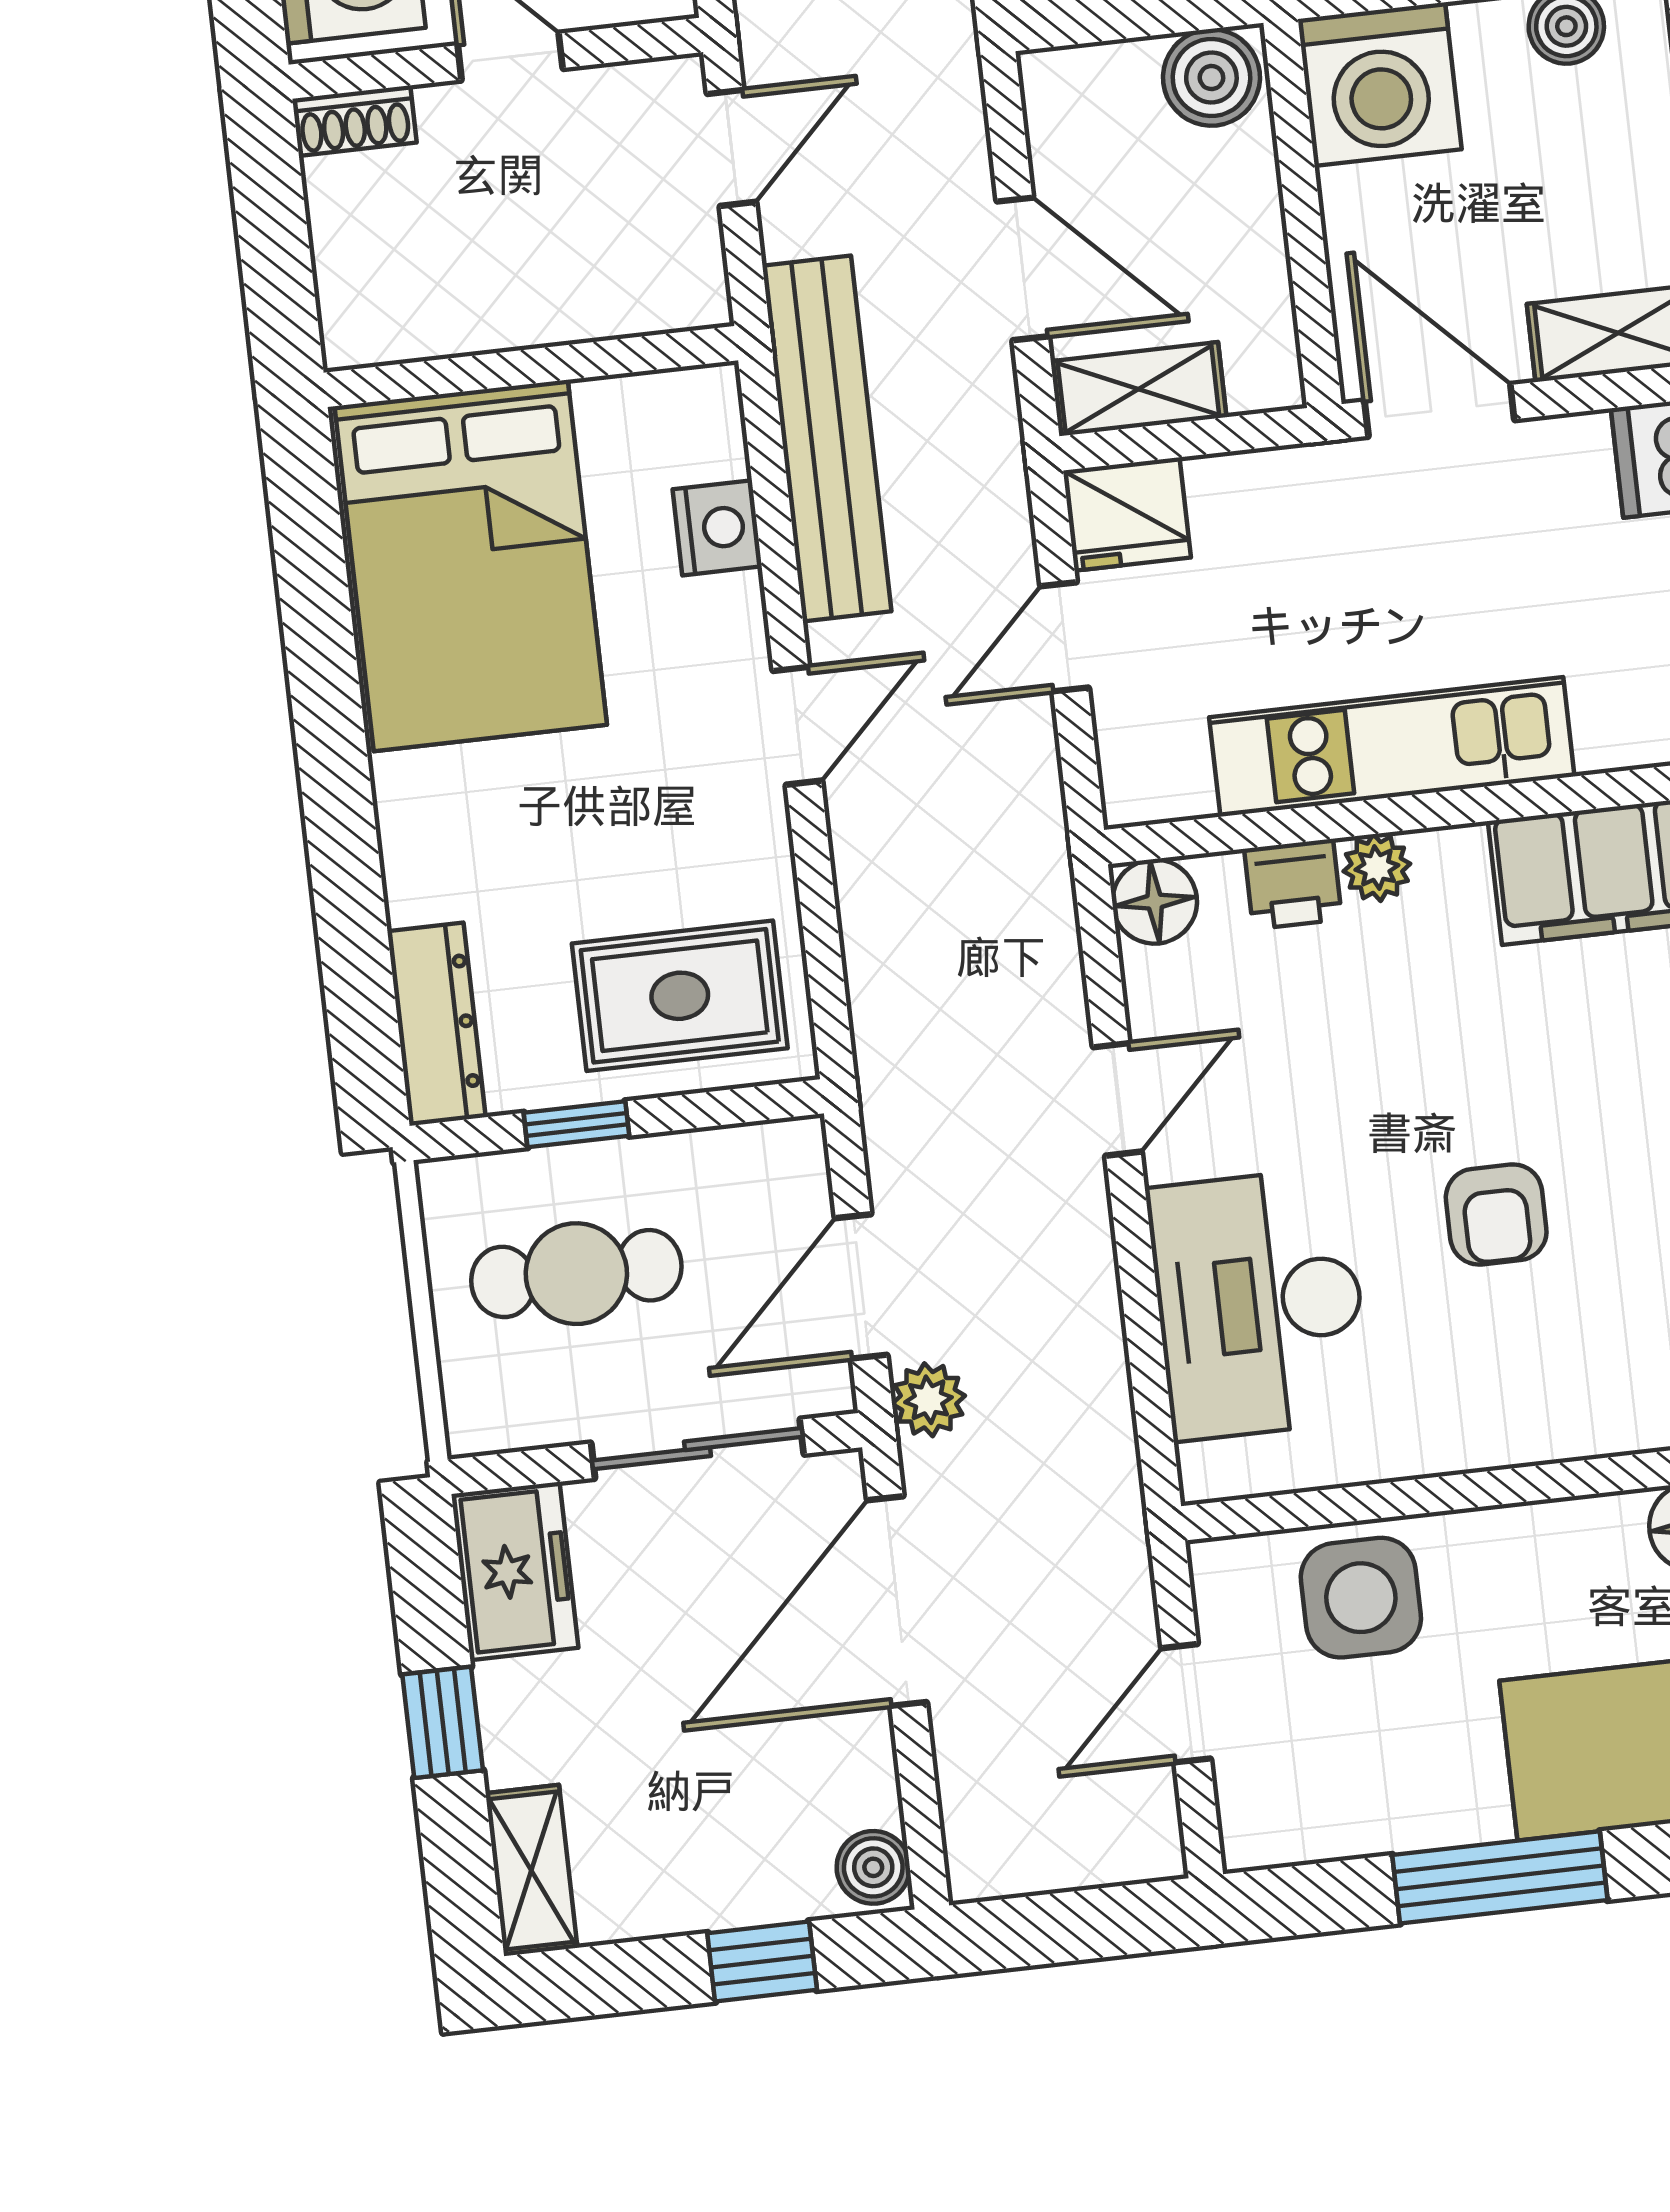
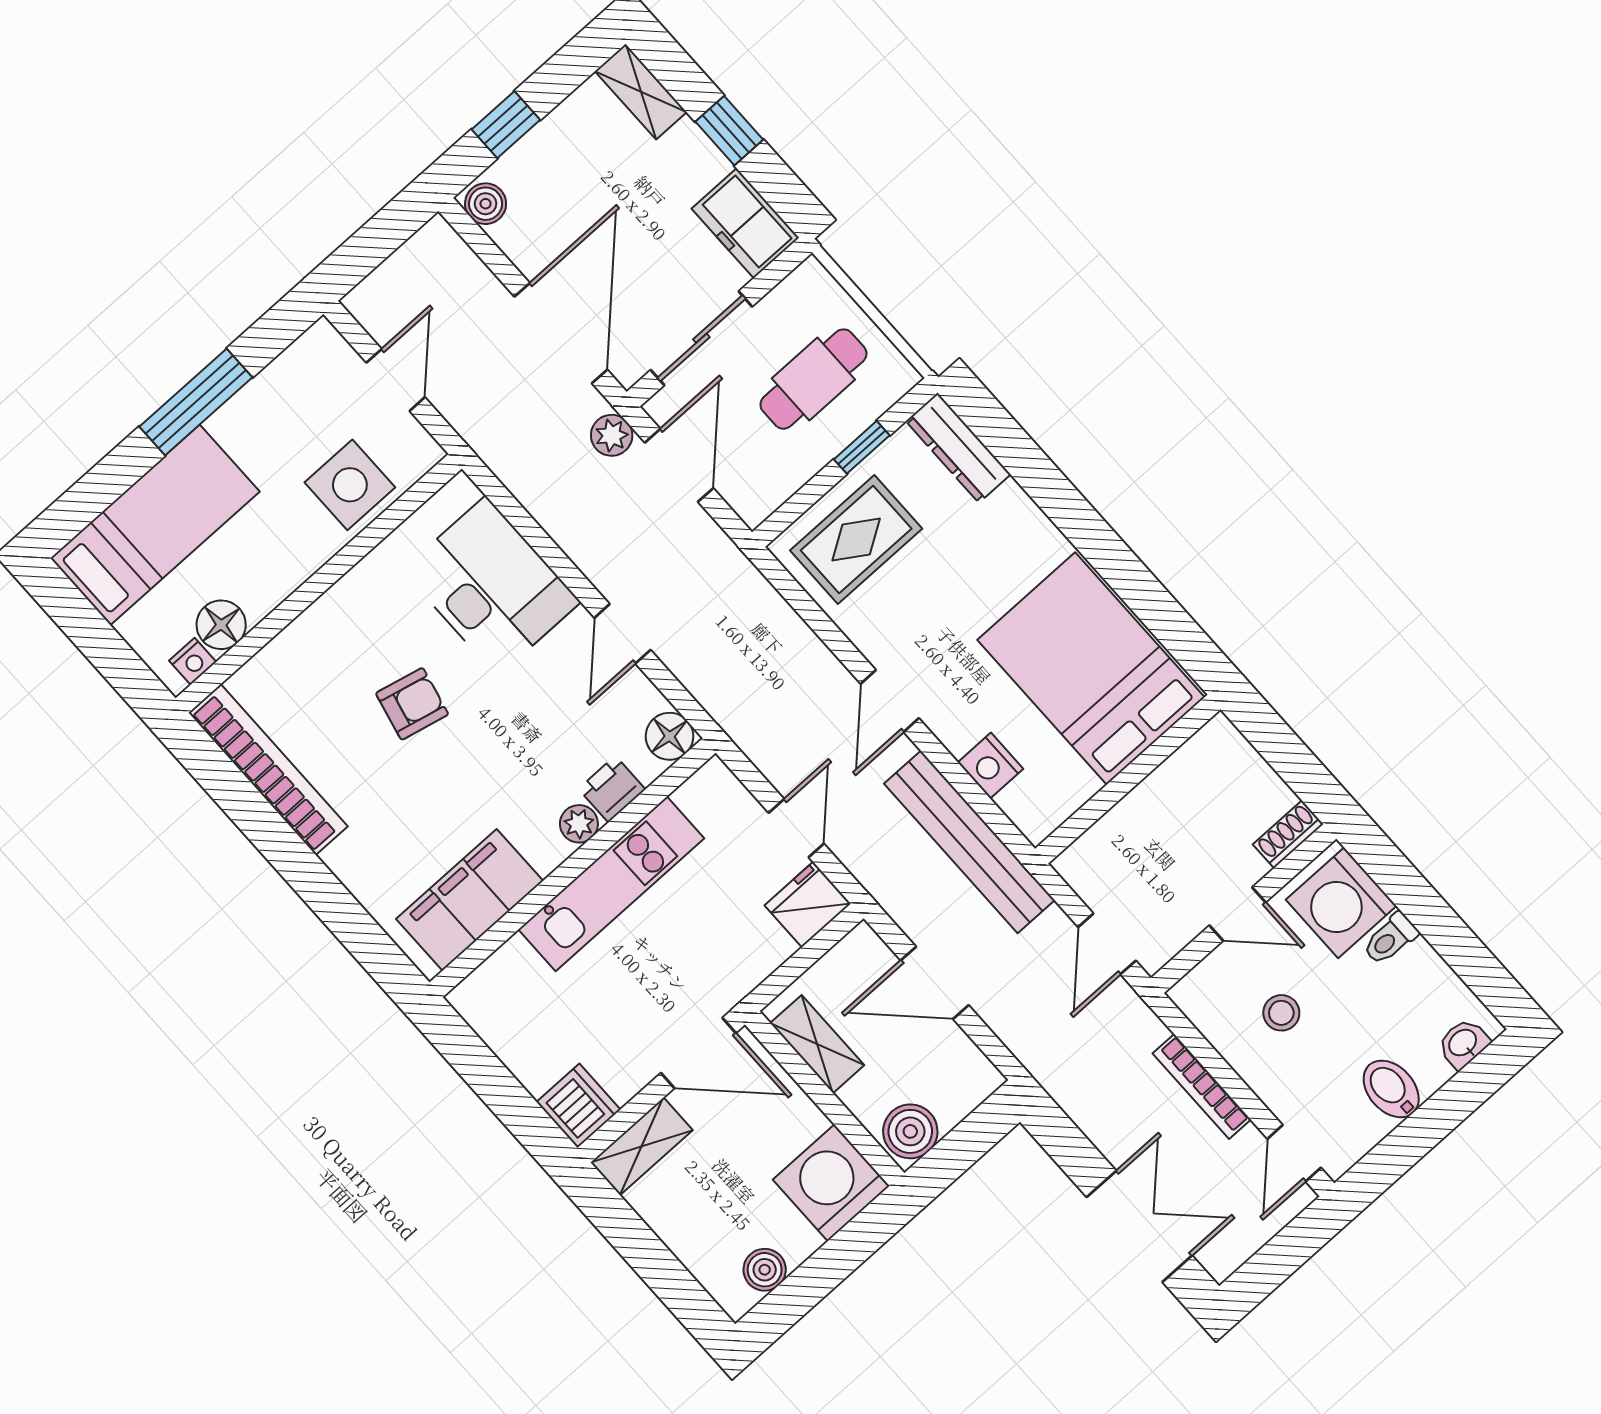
shelving: (1138, 389) -> (817, 1044), moved, turned 90
armchair: (1496, 1215) -> (412, 704), turned 103

